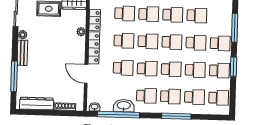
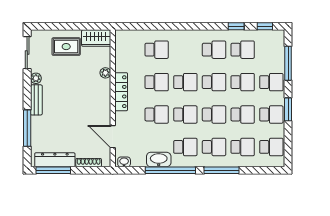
school desk: (149, 14) -> (185, 50), removed
locker: (95, 20) -> (121, 59), removed
door: (86, 74) -> (113, 137), moved
window: (35, 112) -> (53, 170), added
window: (118, 115) -> (170, 170), moved

